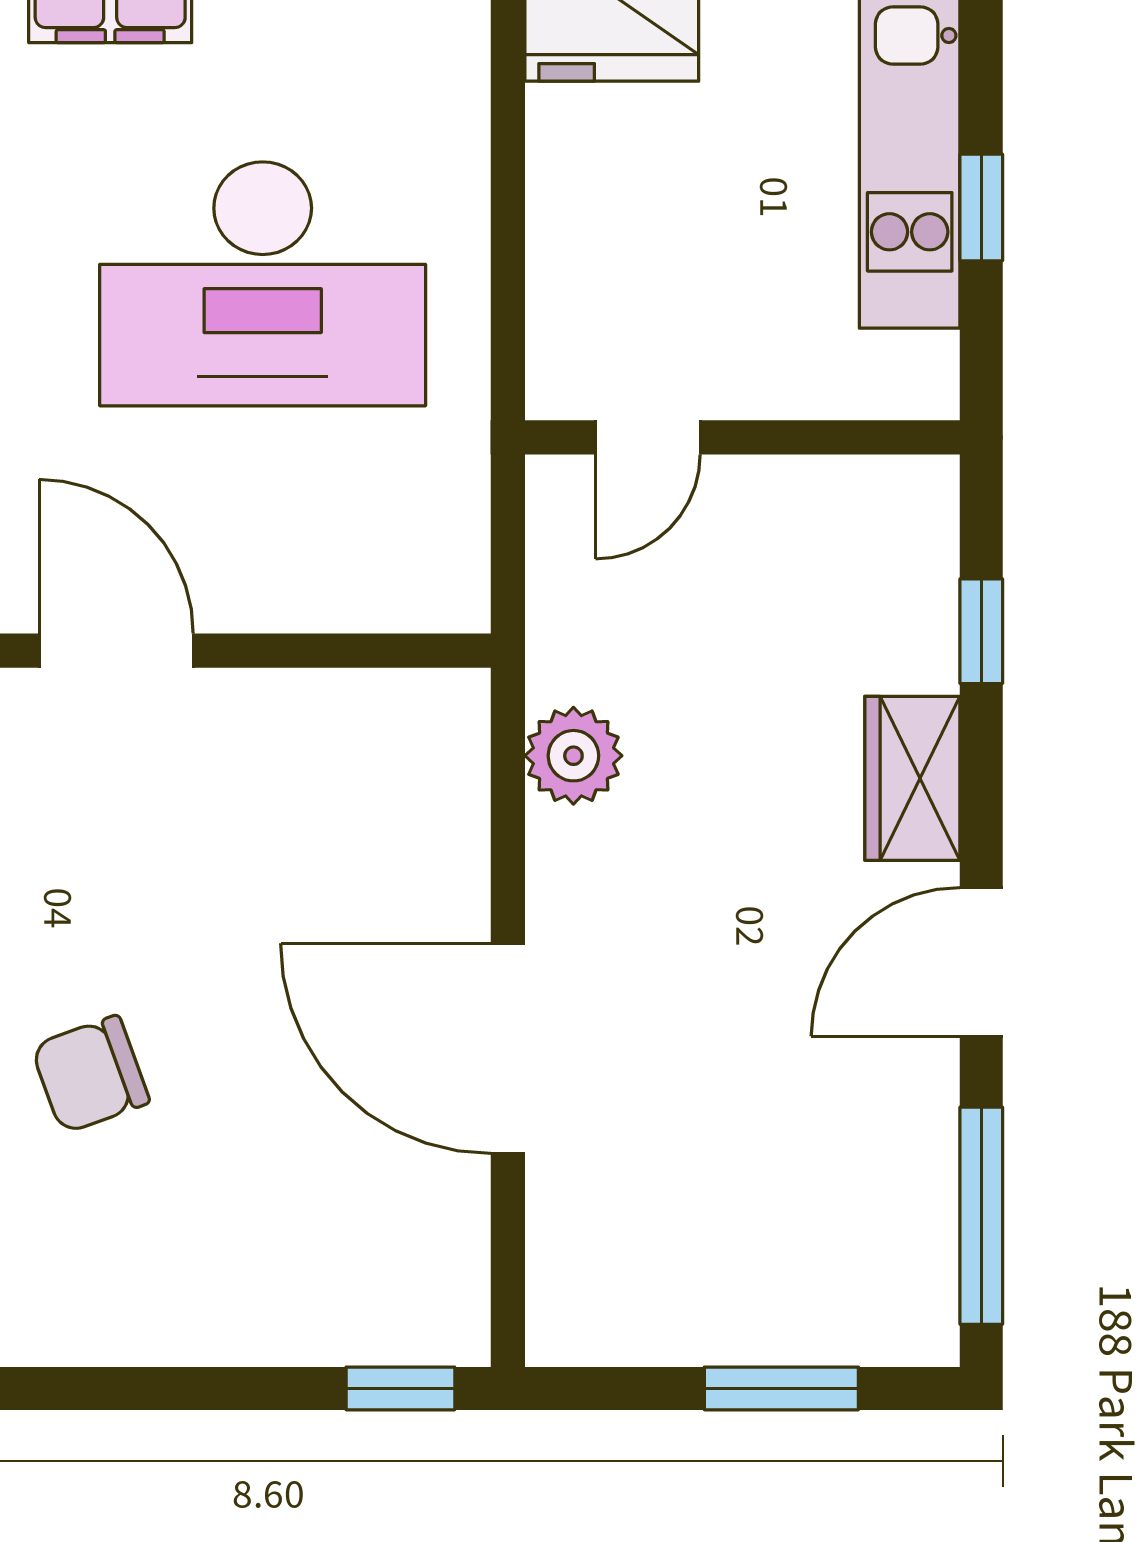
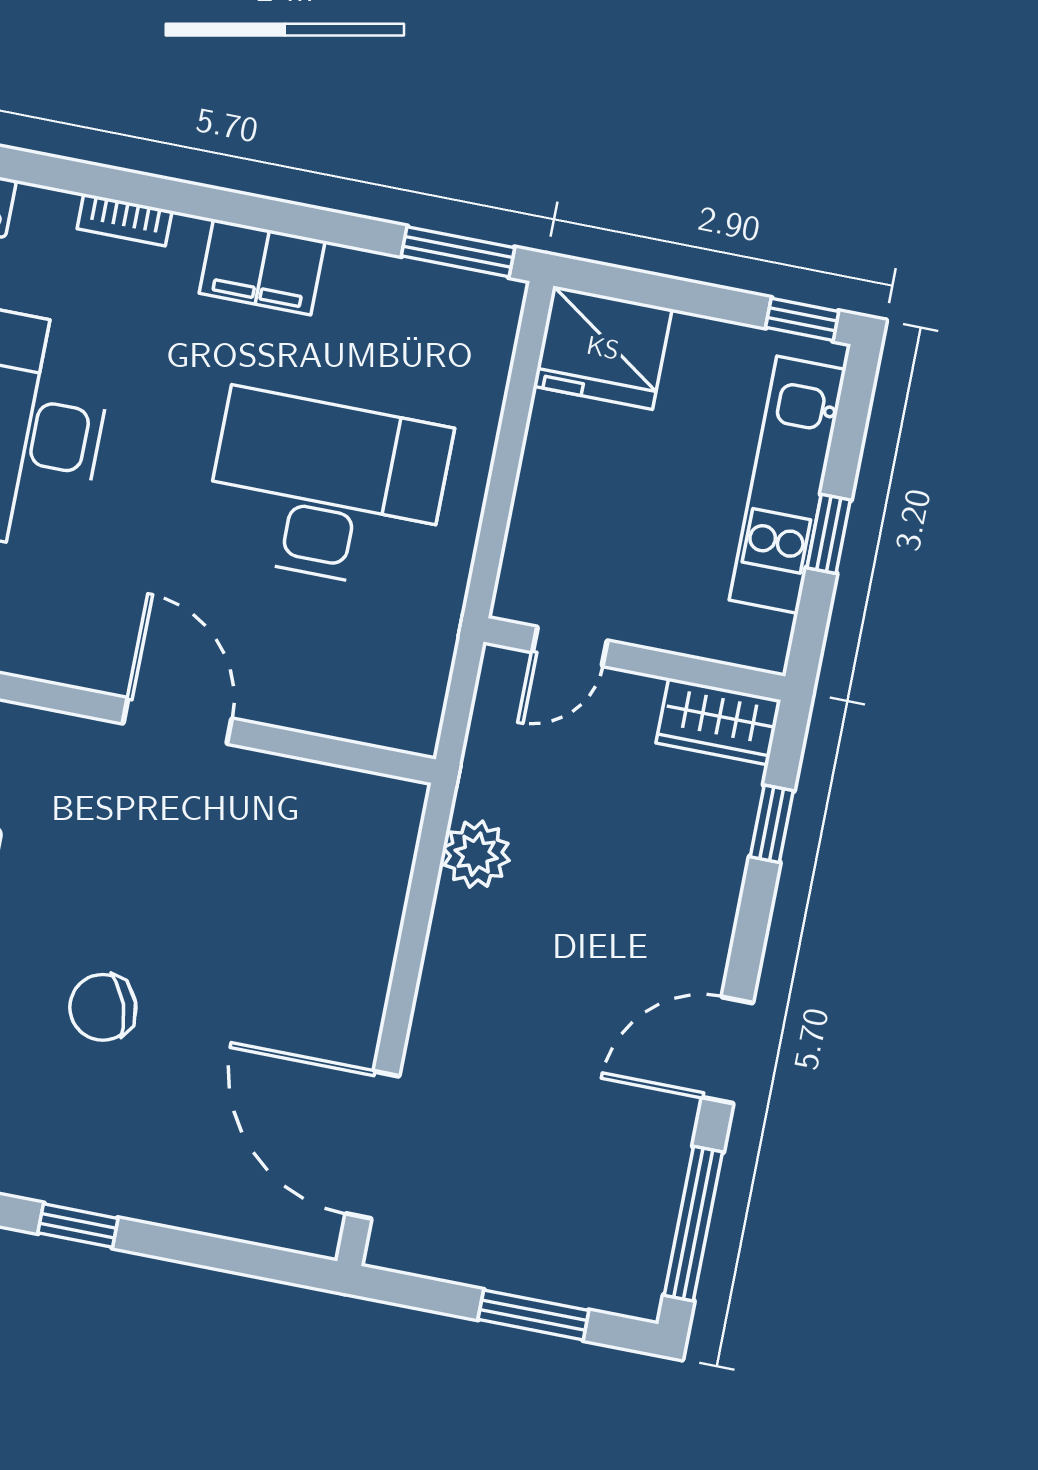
desk: (263, 284) -> (327, 490), turned 180
wardrobe: (912, 778) -> (718, 721), moved, turned -90
door: (508, 1048) -> (372, 1145), moved
window: (400, 1388) -> (78, 1226), moved

